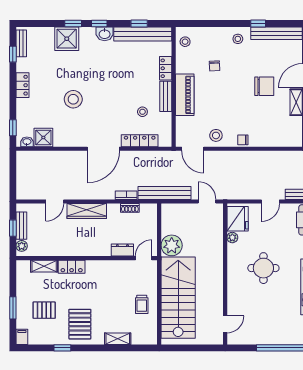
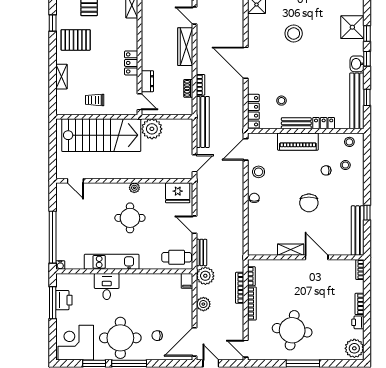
stool: (238, 39) -> (345, 165), moved
chair: (264, 86) -> (309, 203), moved
locker: (140, 141) -> (253, 111), moved
plant: (232, 238) -> (134, 188), moved
locker: (72, 267) -> (131, 63), moved

